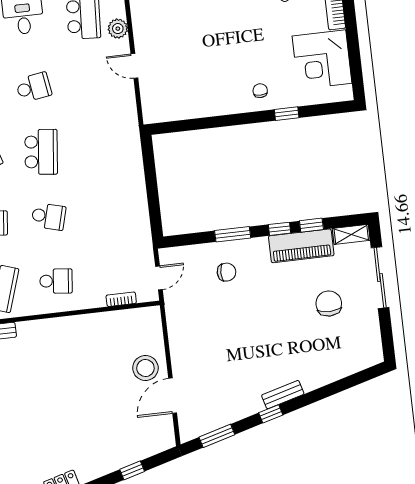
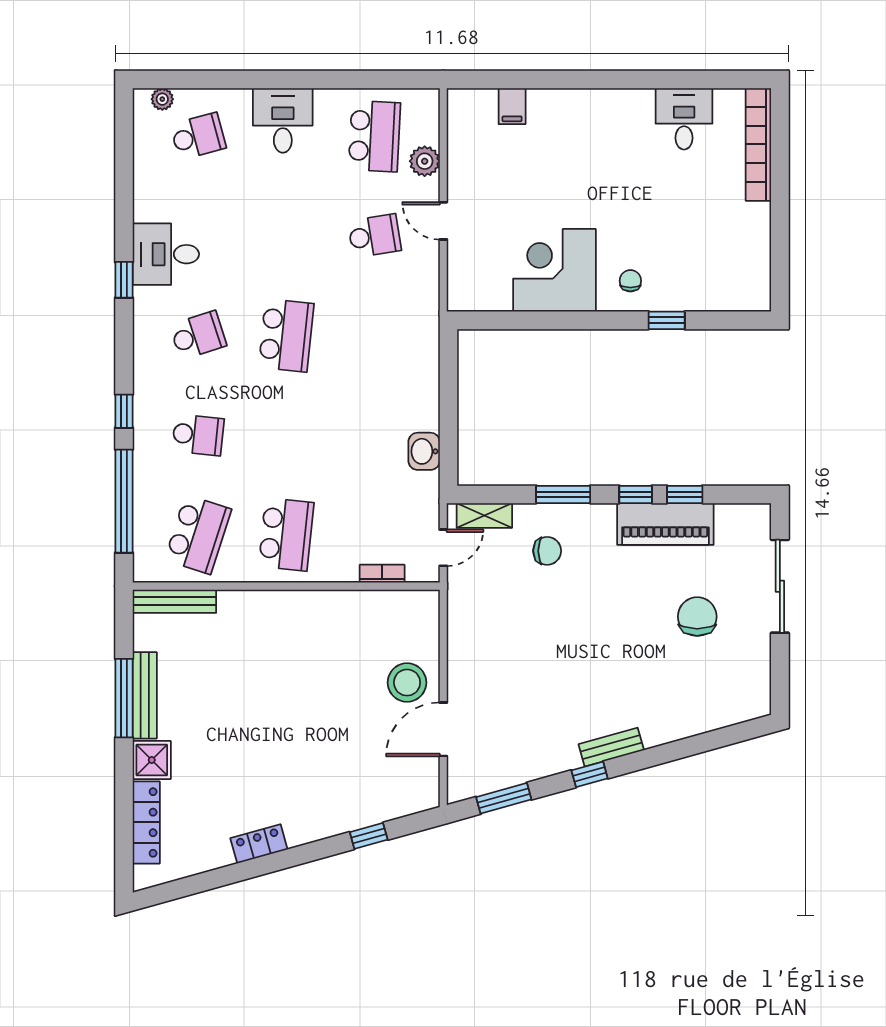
corner desk: (322, 60) -> (554, 270), moved, turned 90
school desk: (34, 87) -> (374, 236), moved
school desk: (49, 216) -> (286, 435), removed
washbasin: (139, 217) -> (424, 451), added
shelving: (351, 234) -> (484, 516), moved
school desk: (56, 281) -> (286, 534), width x1.85

